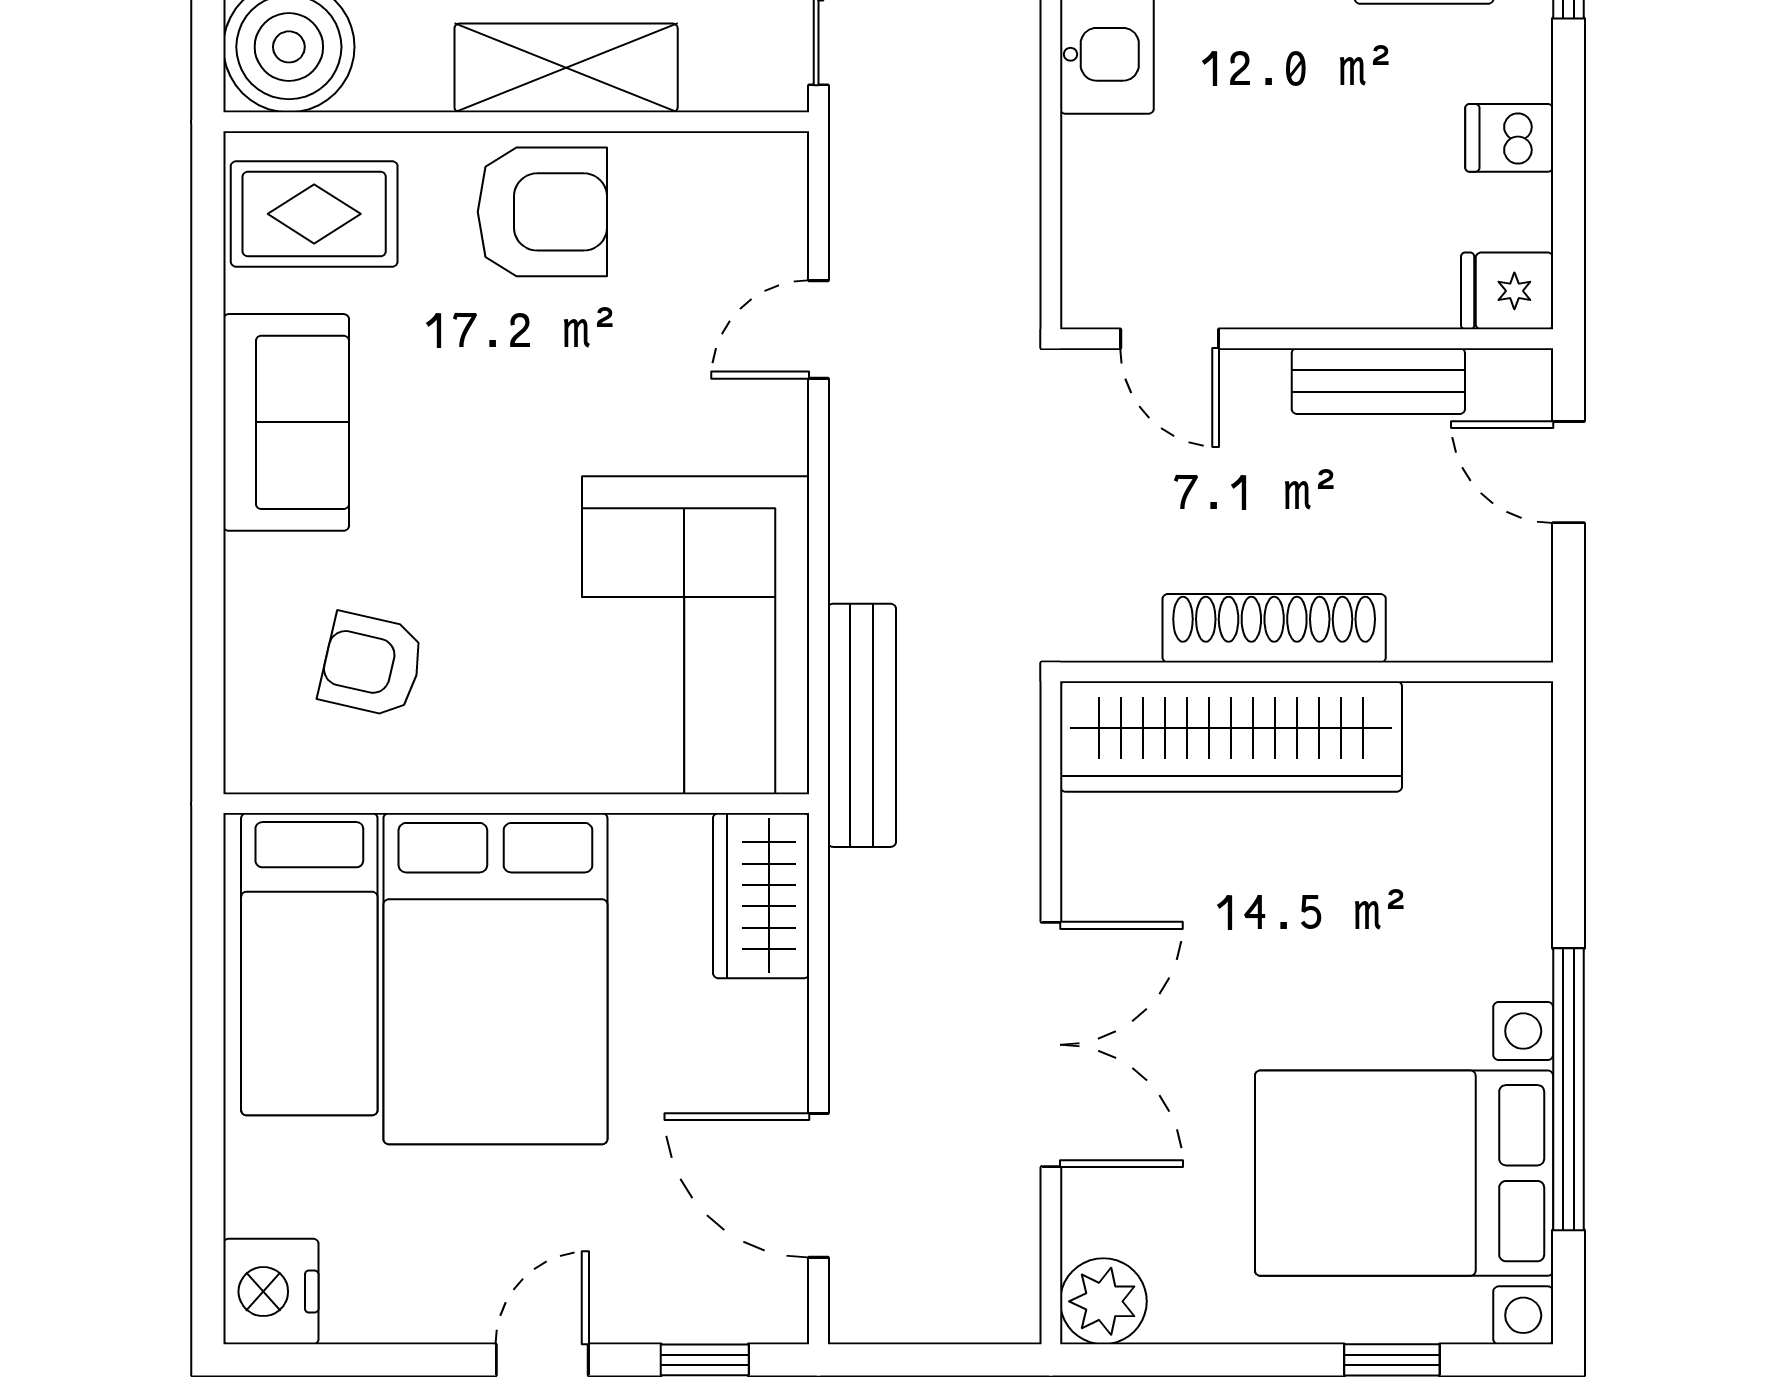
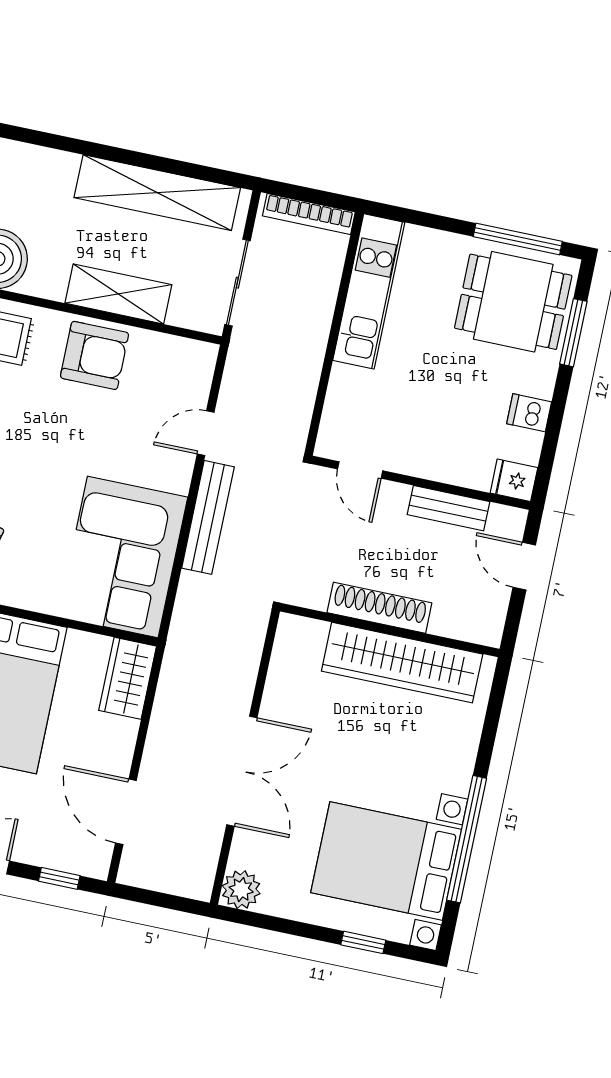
bench: (862, 725) -> (208, 517), moved
wardrobe: (1231, 737) -> (402, 663), moved

